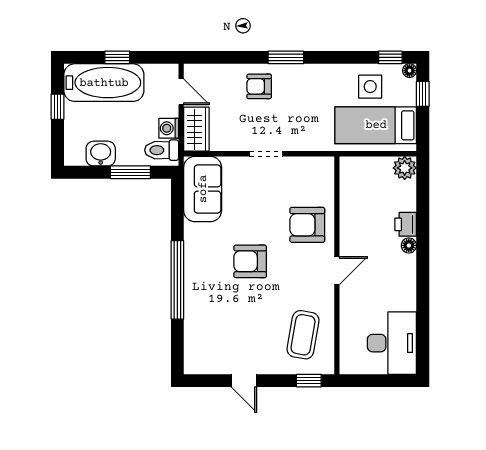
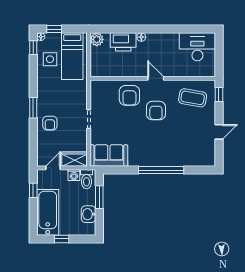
window: (117, 57) -> (33, 190), moved
printer: (406, 224) -> (123, 42), width x1.87, depth x1.48
armchair: (250, 261) -> (156, 111), moved

